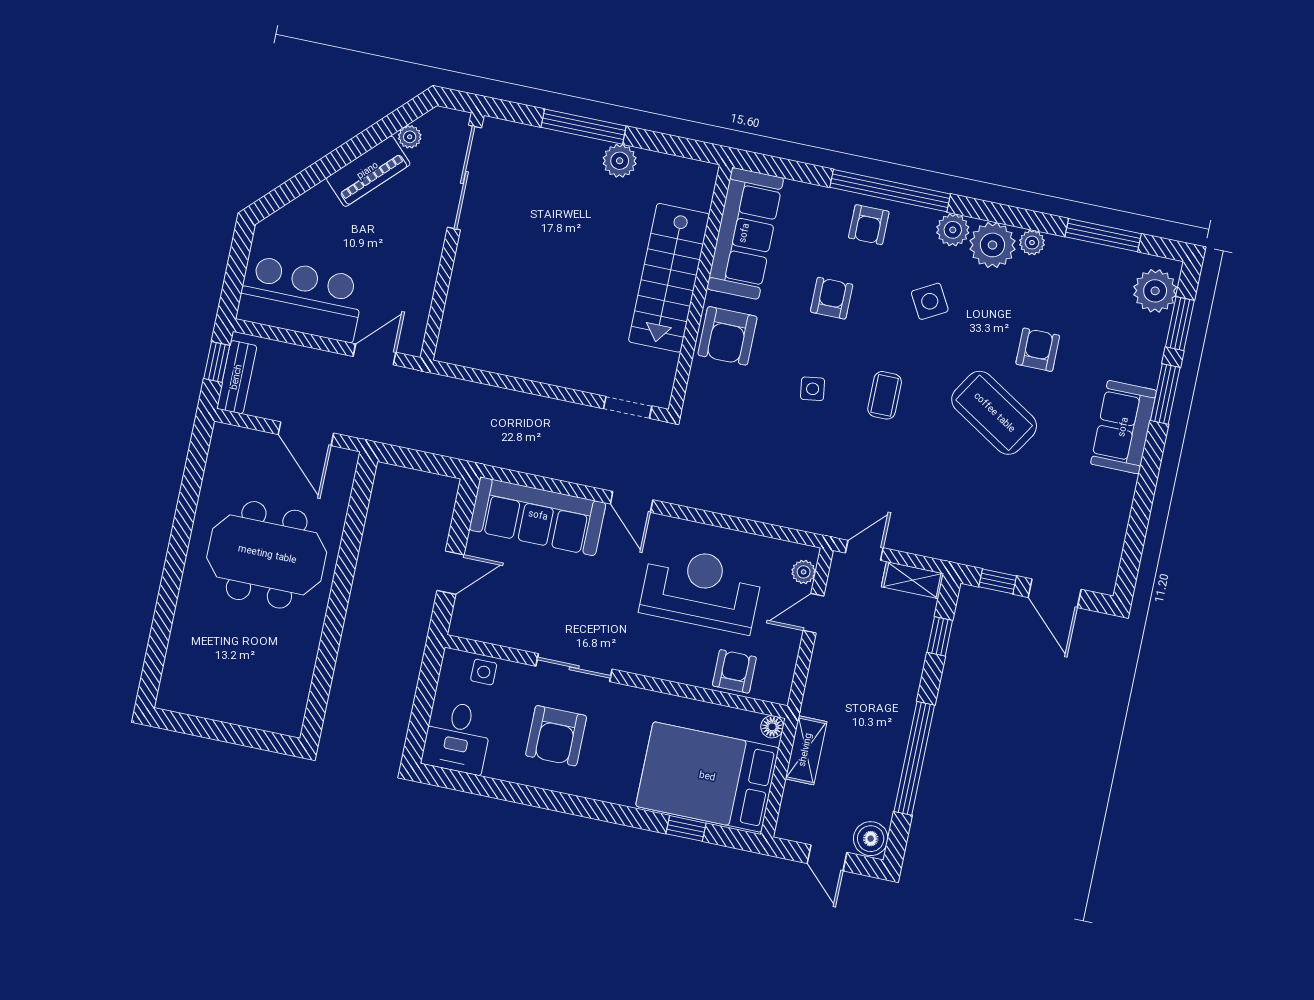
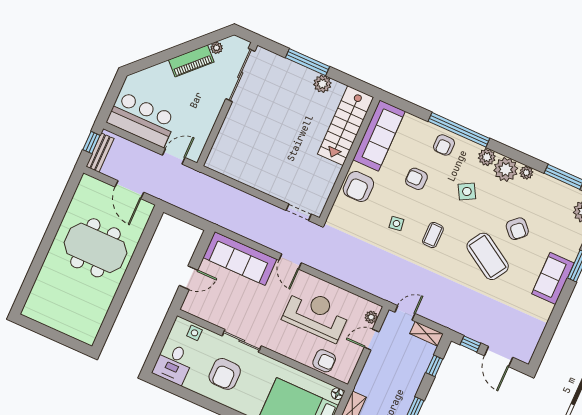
stairs: (669, 278) -> (346, 126), moved
armchair: (832, 298) -> (416, 179), turned -90
armchair: (1038, 350) -> (517, 229), turned 137
armchair: (734, 671) -> (324, 361), turned 90

